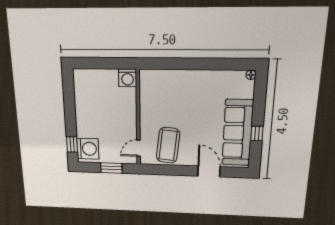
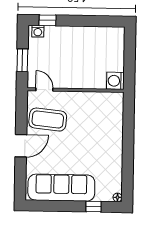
window: (257, 134) -> (94, 207), moved
washing machine: (88, 149) -> (38, 31), width x0.53, depth x0.53
door: (209, 171) -> (21, 146), moved

